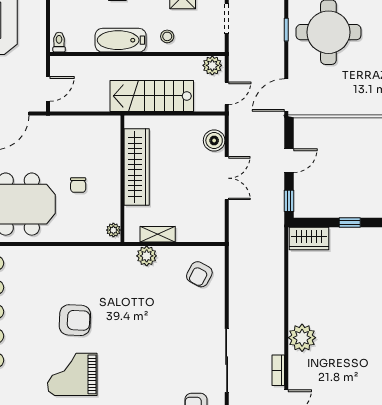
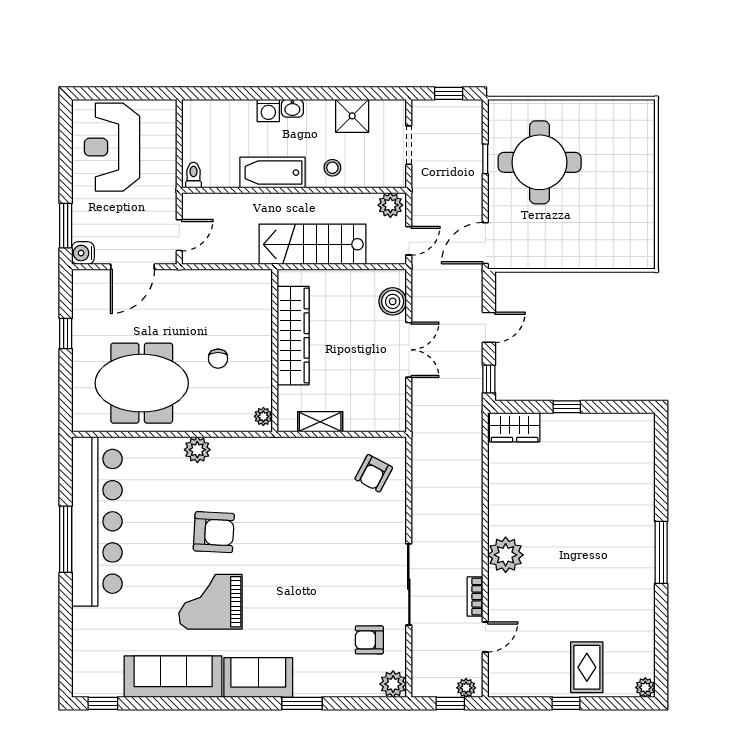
plant: (147, 256) -> (197, 450), moved

